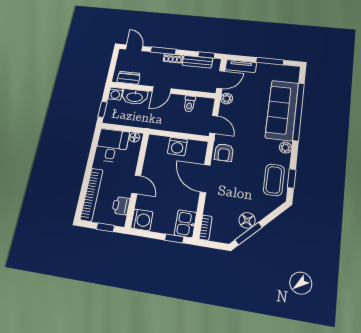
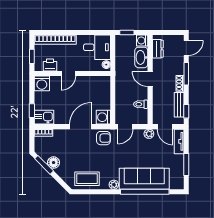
washing machine: (177, 147) -> (103, 117), moved
armchair: (224, 152) -> (103, 138), turned 180
window: (292, 179) -> (90, 192), removed

